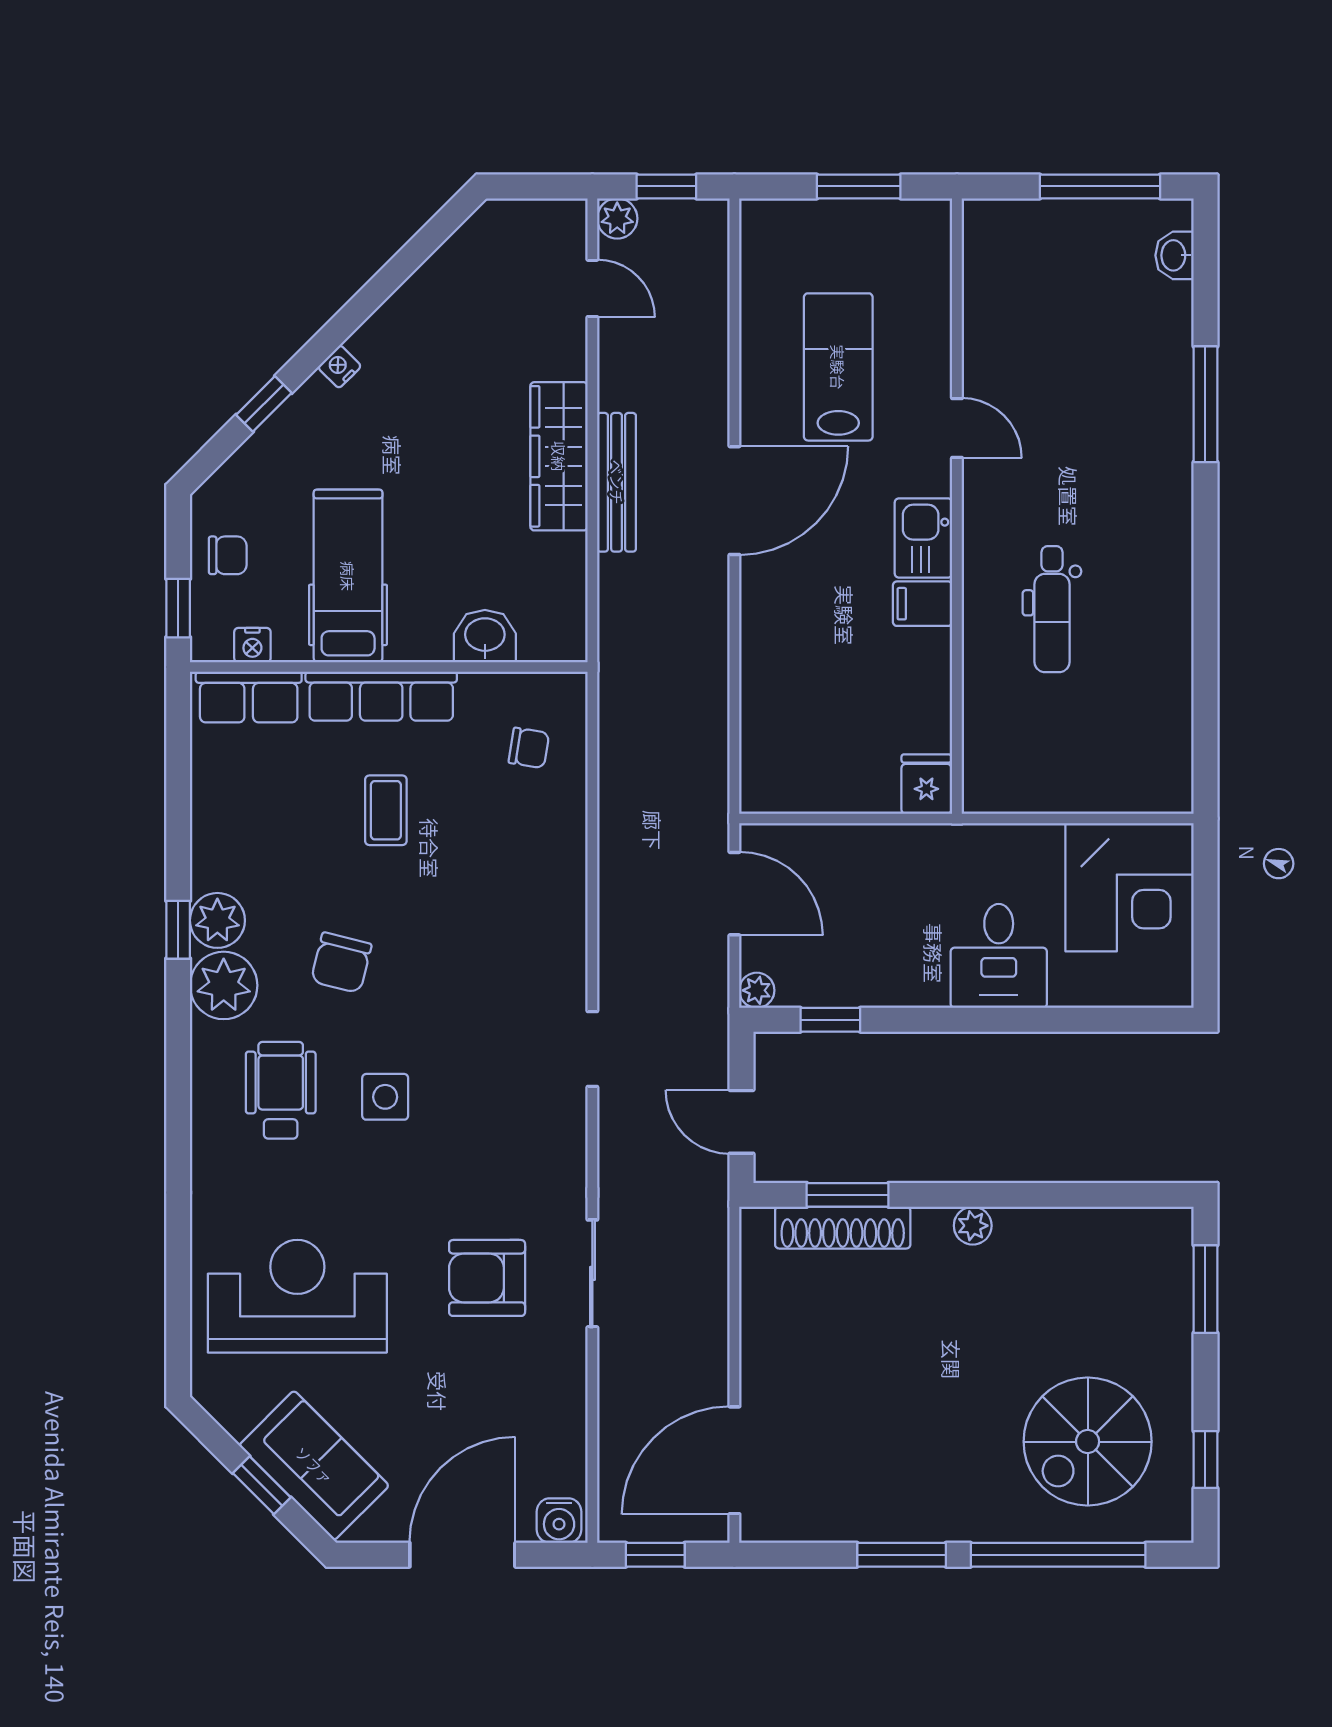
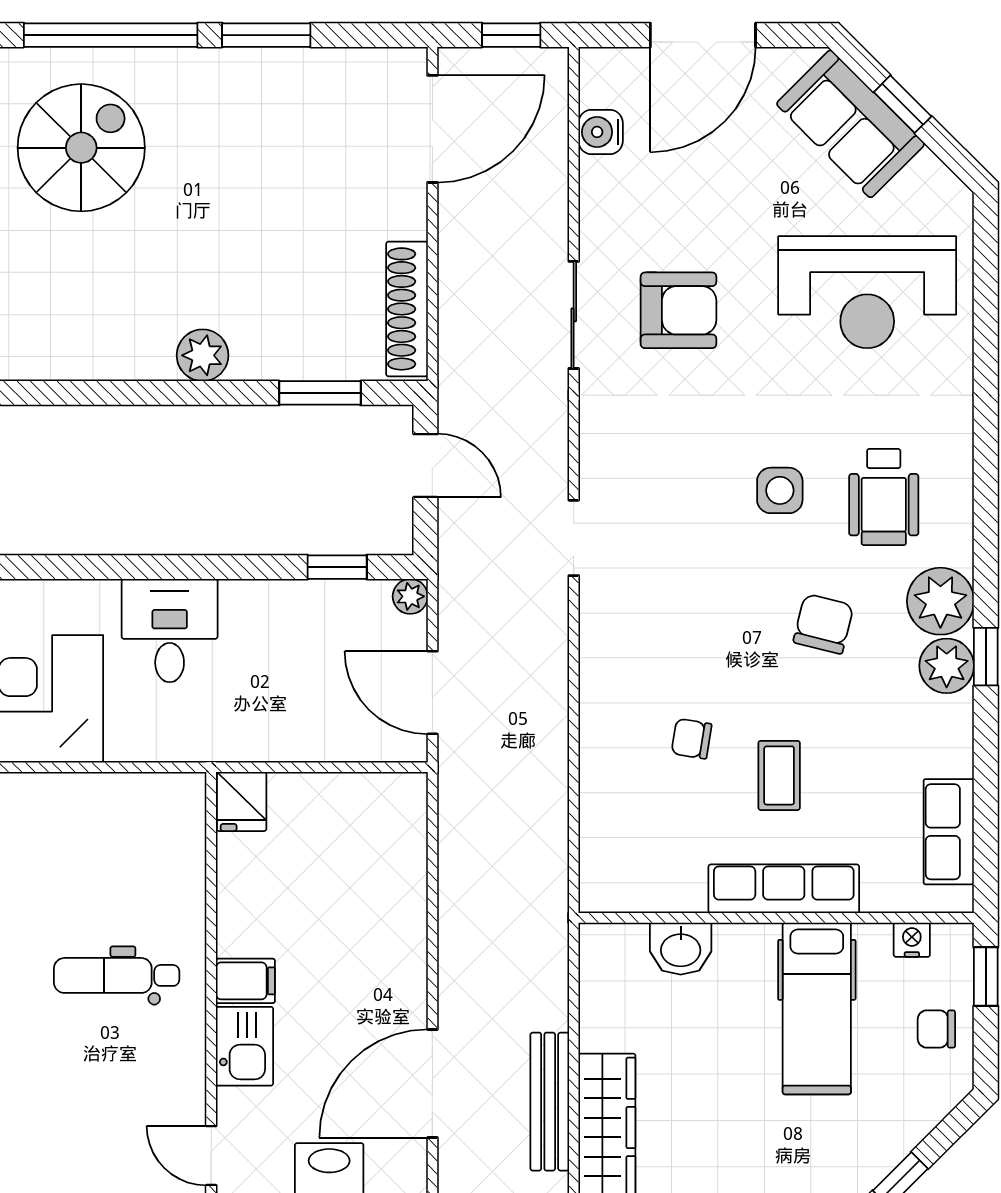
dental chair: (1052, 609) -> (117, 975), turned -90
row of seats: (249, 697) -> (949, 832), moved, turned -90
chair: (529, 748) -> (692, 739), moved
plant: (973, 1226) -> (203, 355), width x1.38, depth x1.38
shoe rack: (843, 1228) -> (407, 309), moved, turned -90
water cooler: (559, 1521) -> (601, 132), moved, turned -90

